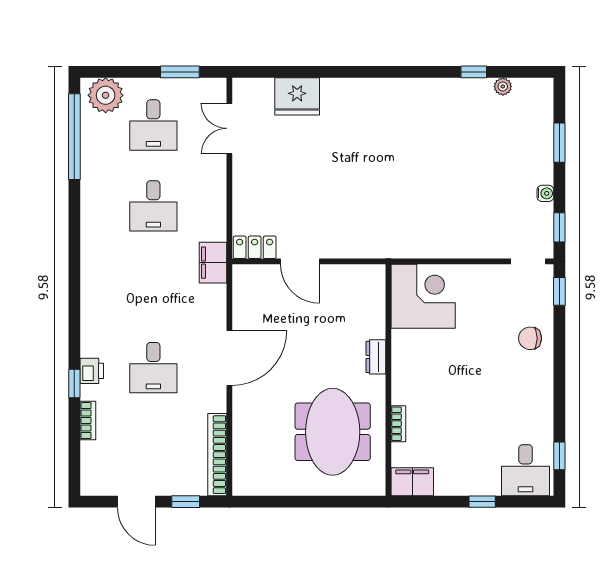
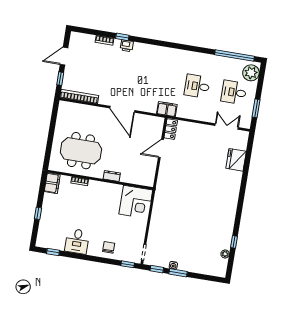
window: (559, 143) -> (178, 273), moved
desk: (153, 368) -> (124, 74), removed
desk: (526, 470) -> (77, 241), moved, turned -90

